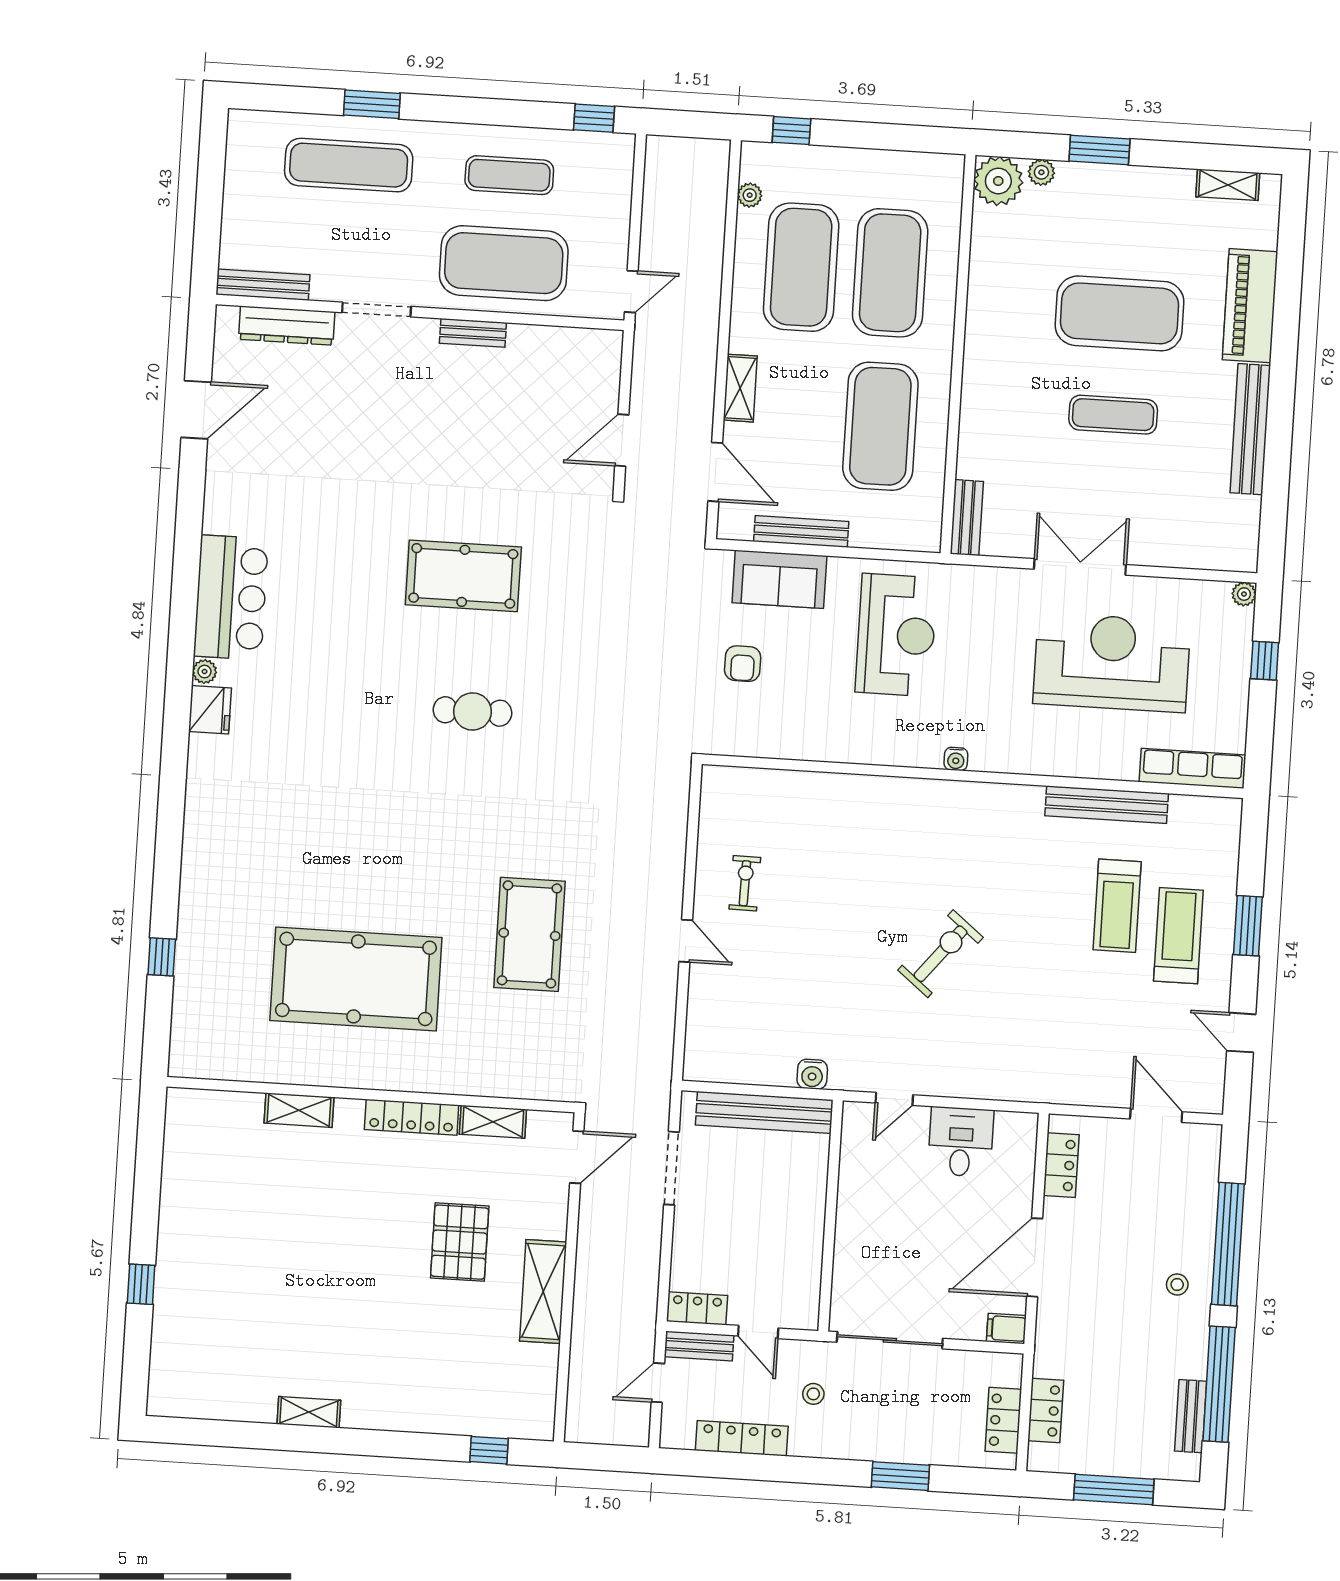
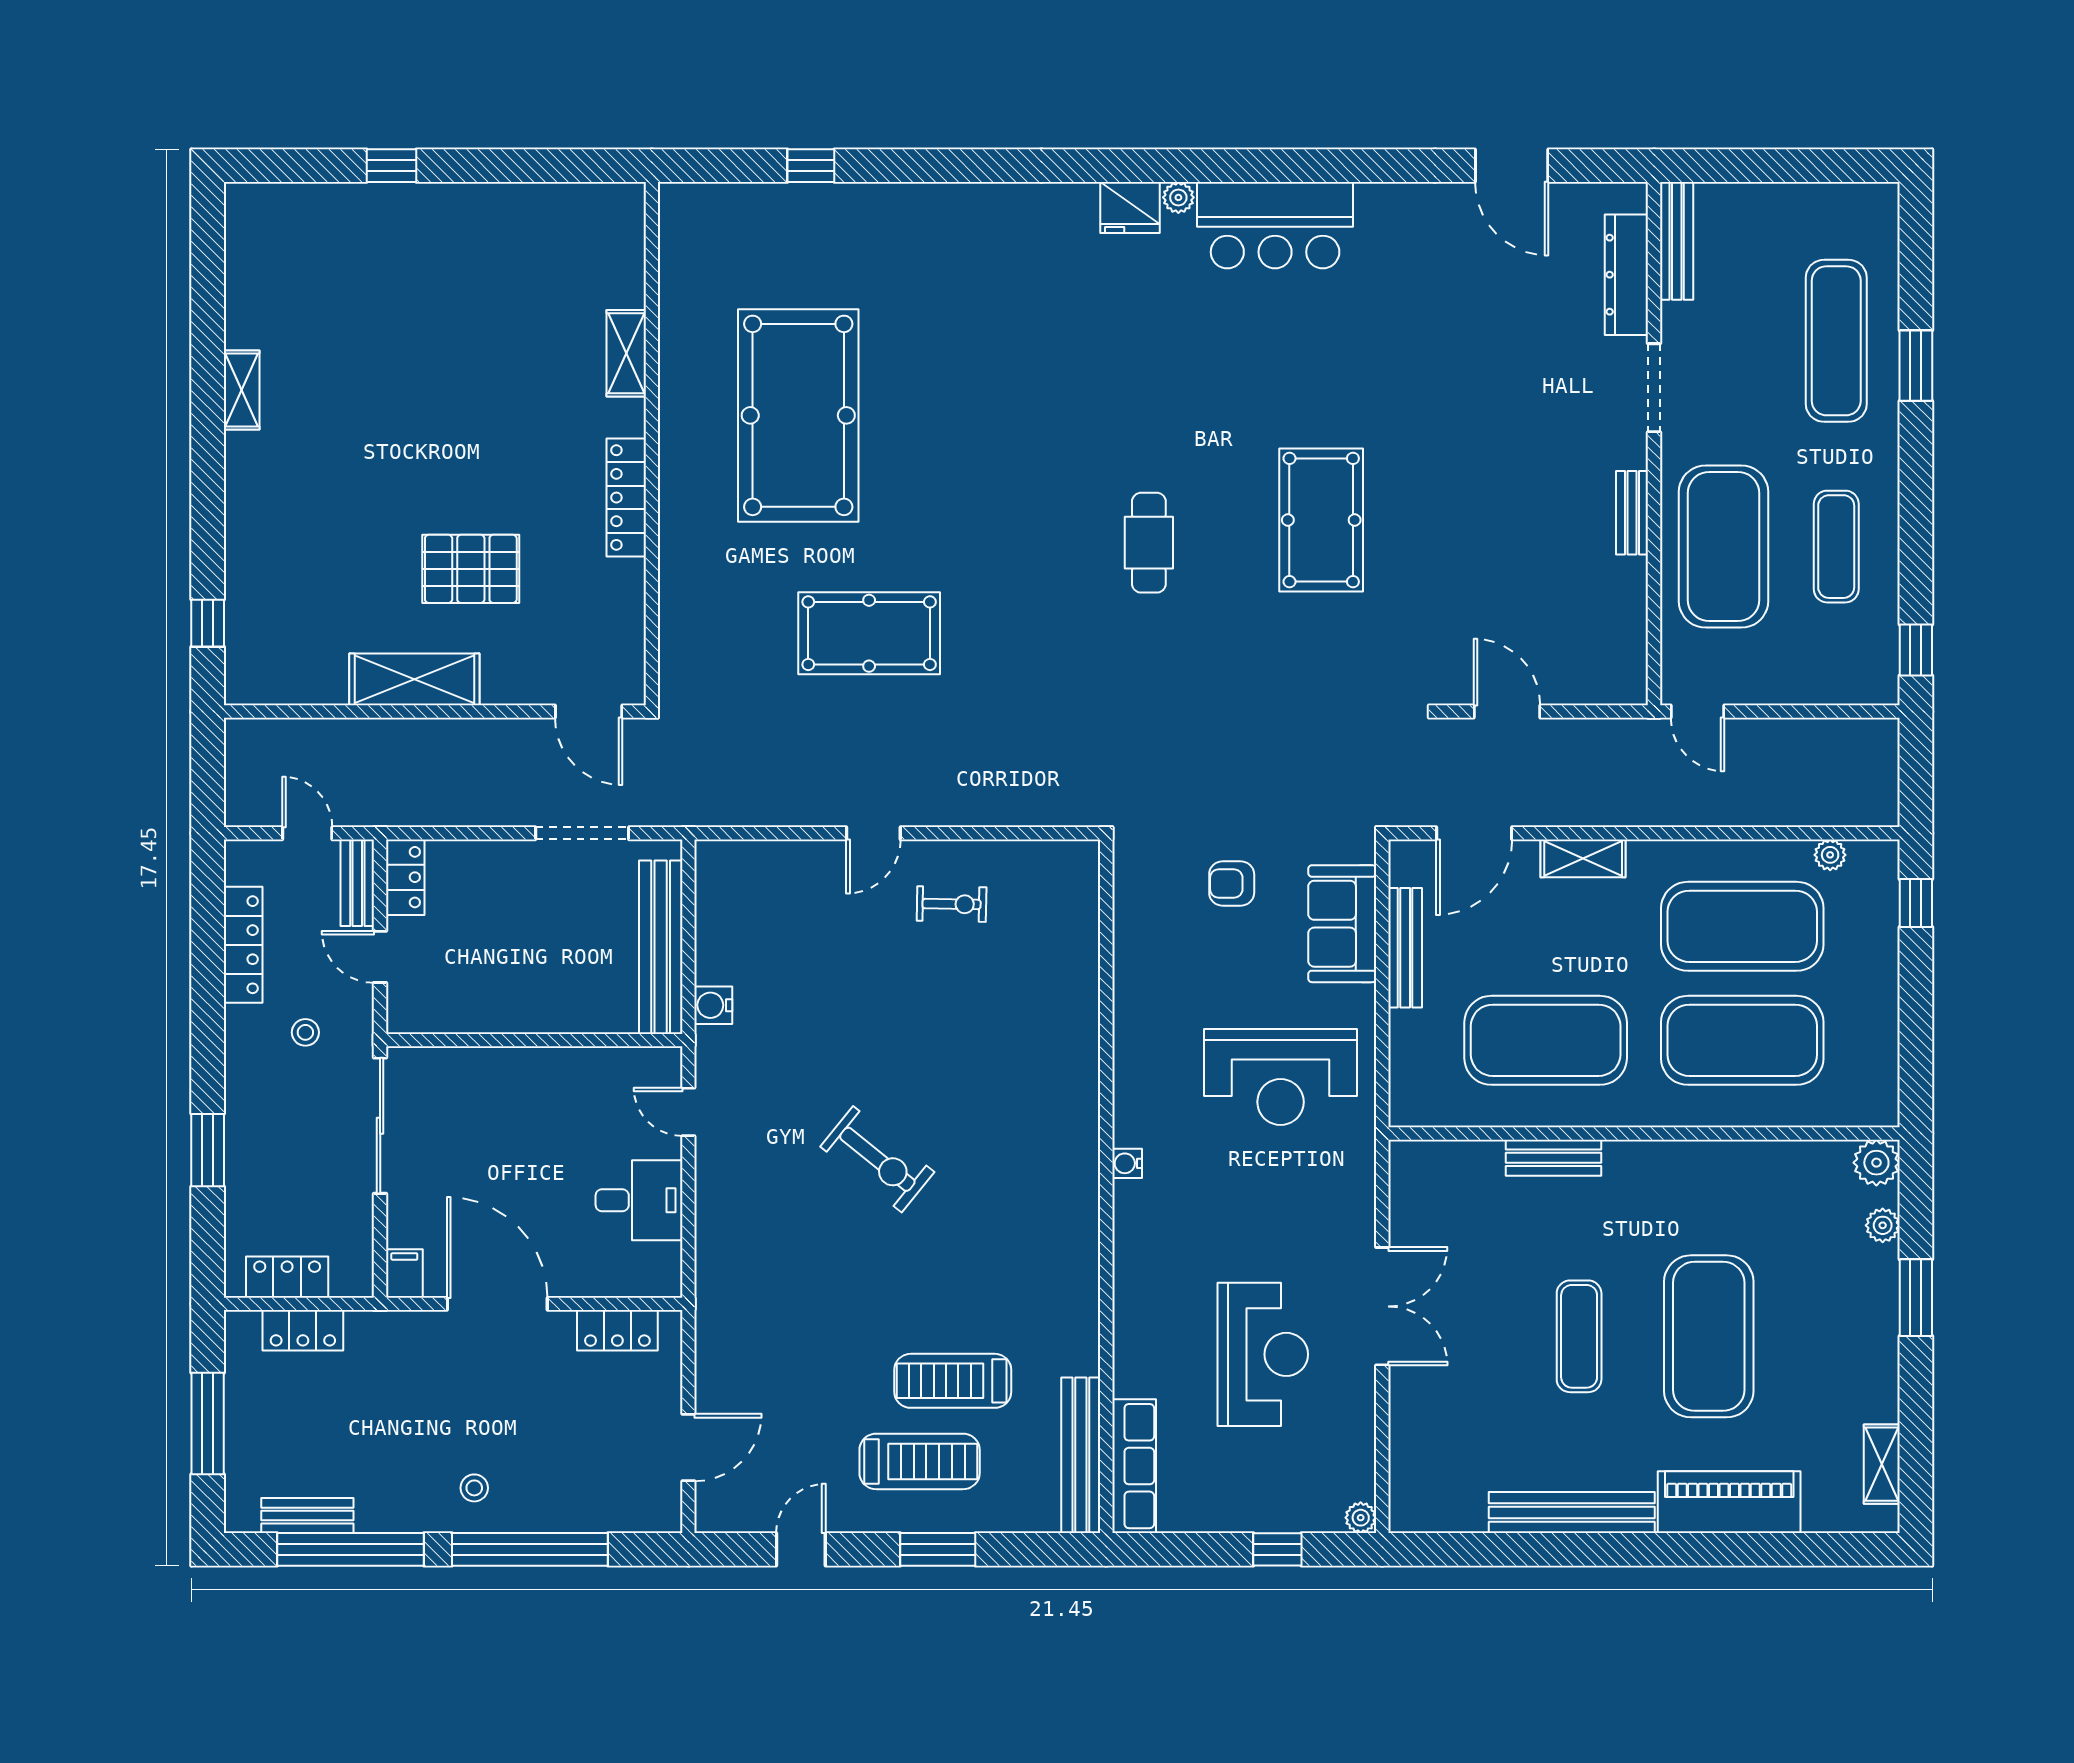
plant: (998, 181) -> (1876, 1163), width x0.73, depth x0.73
bench: (967, 518) -> (1553, 1158), moved
reception desk: (1112, 663) -> (1263, 1354), width x0.74, depth x0.77
bench: (1107, 805) -> (1081, 1455), moved
shelving: (493, 1122) -> (627, 602), removed
door: (758, 1332) -> (380, 957), hinge flipped

